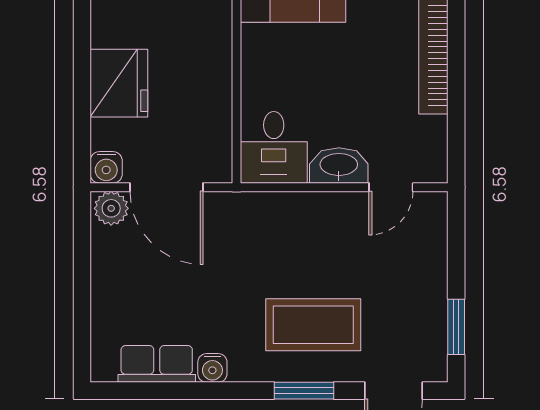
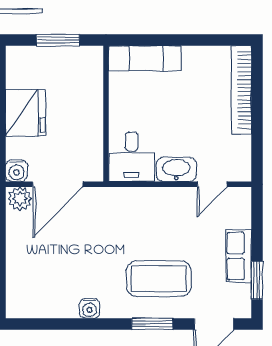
door: (166, 187) -> (58, 184), hinge flipped
row of seats: (157, 364) -> (239, 256), moved, turned -90

